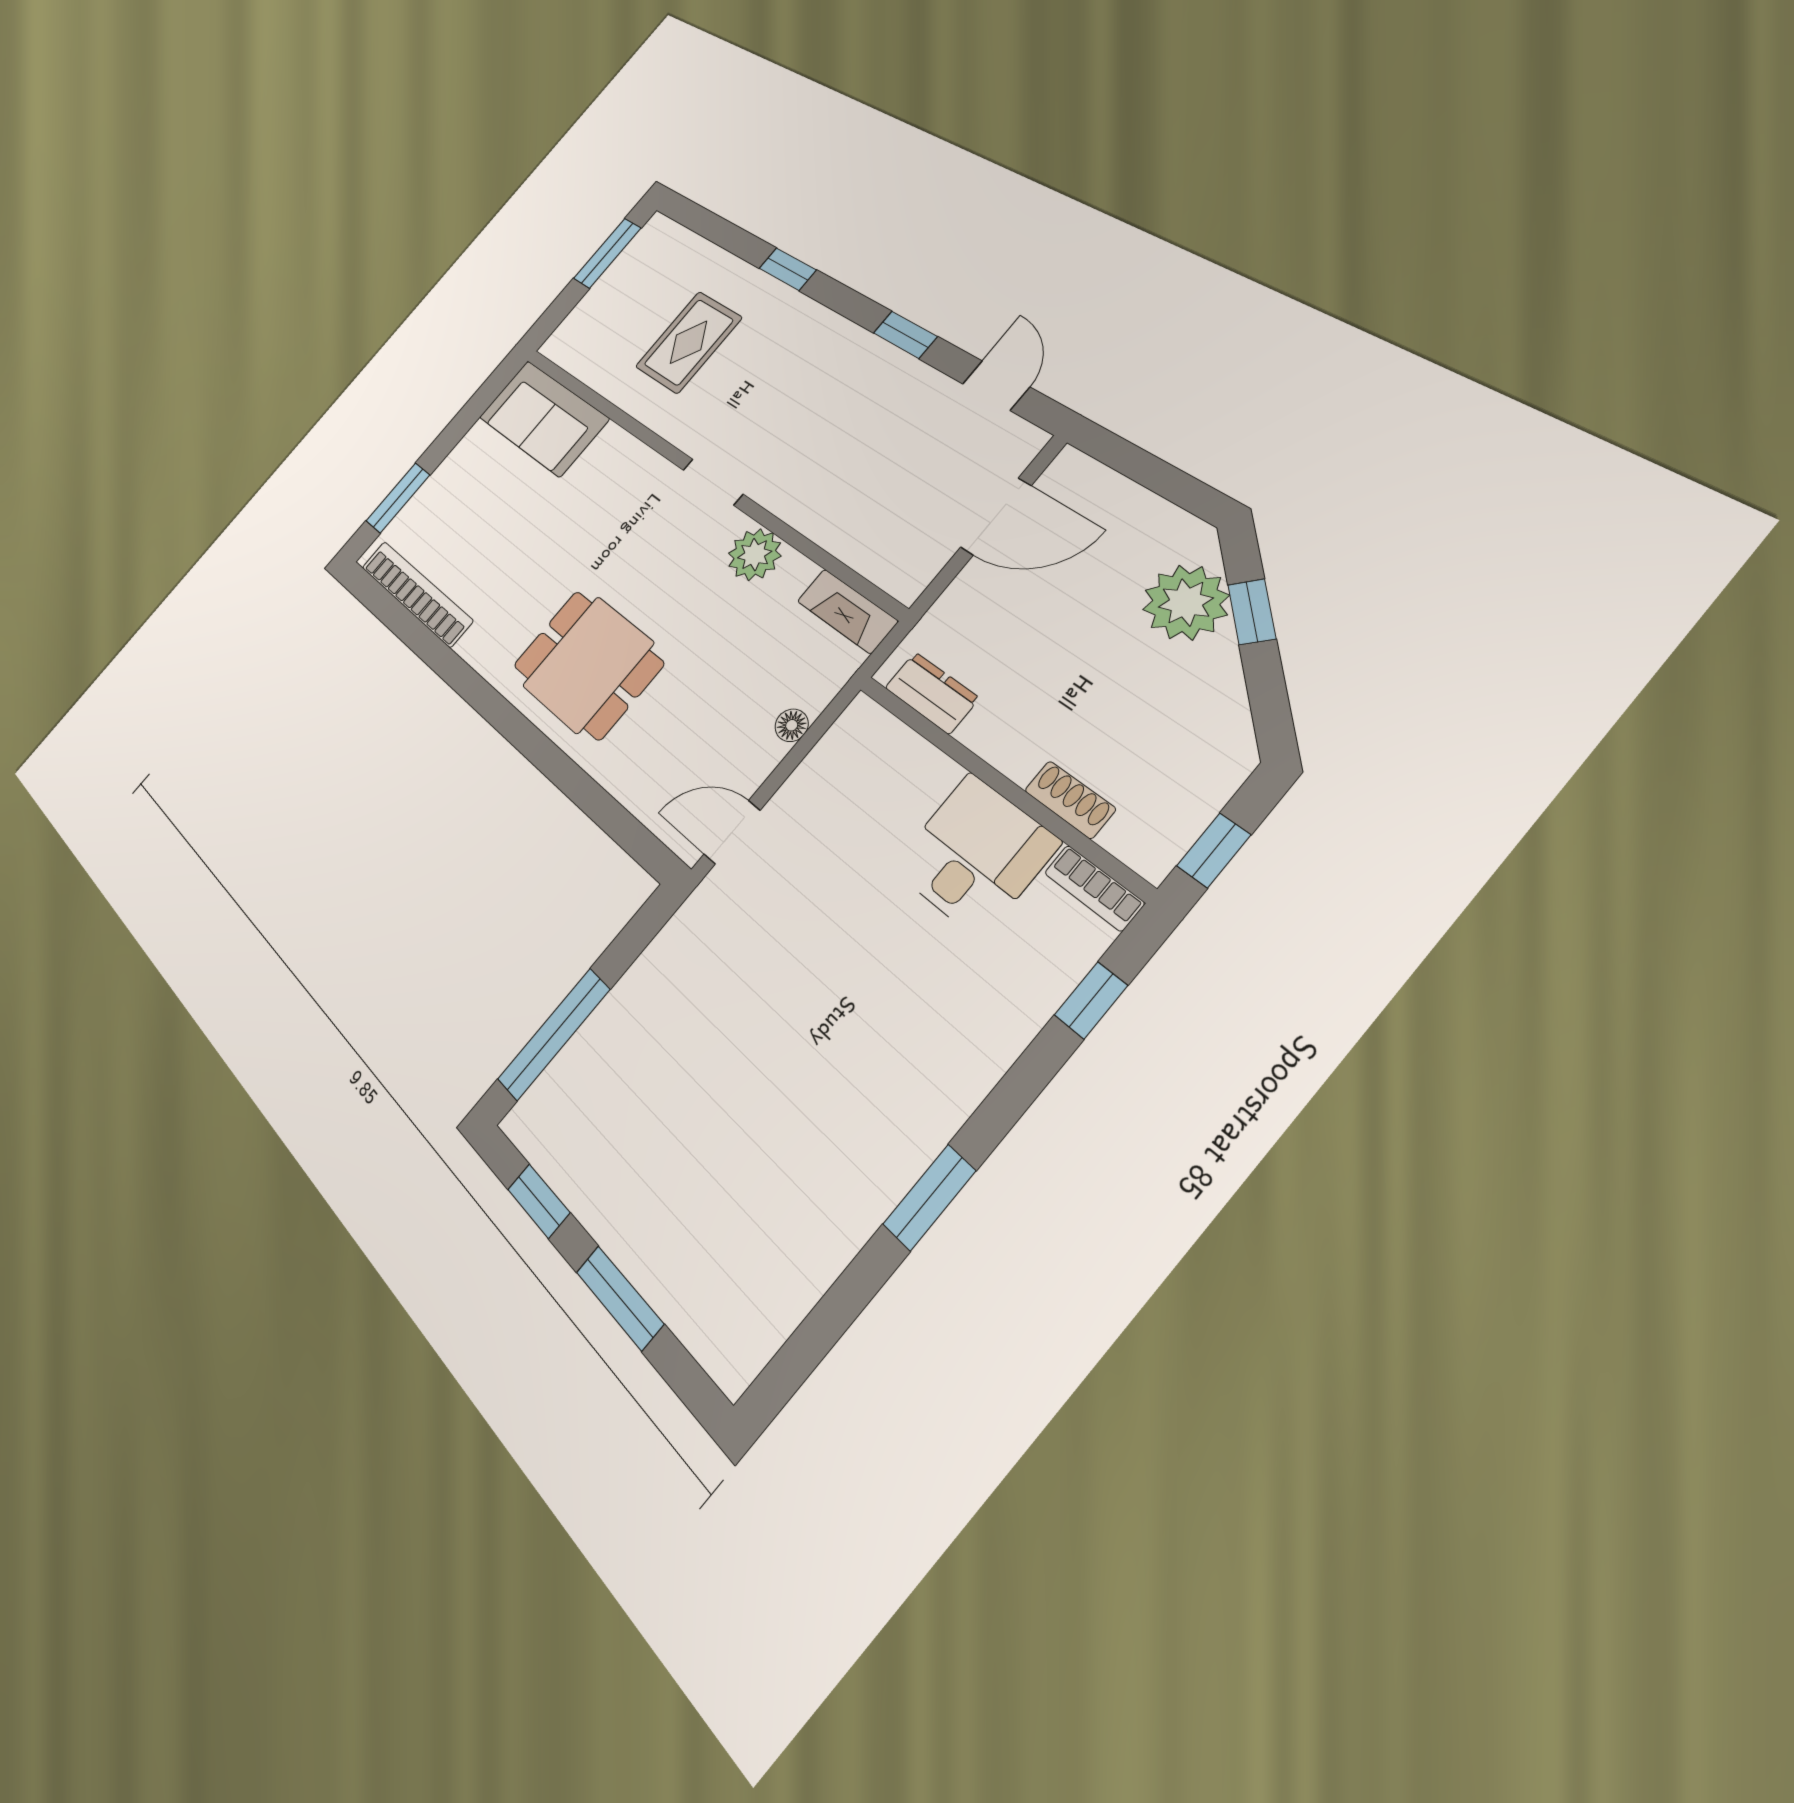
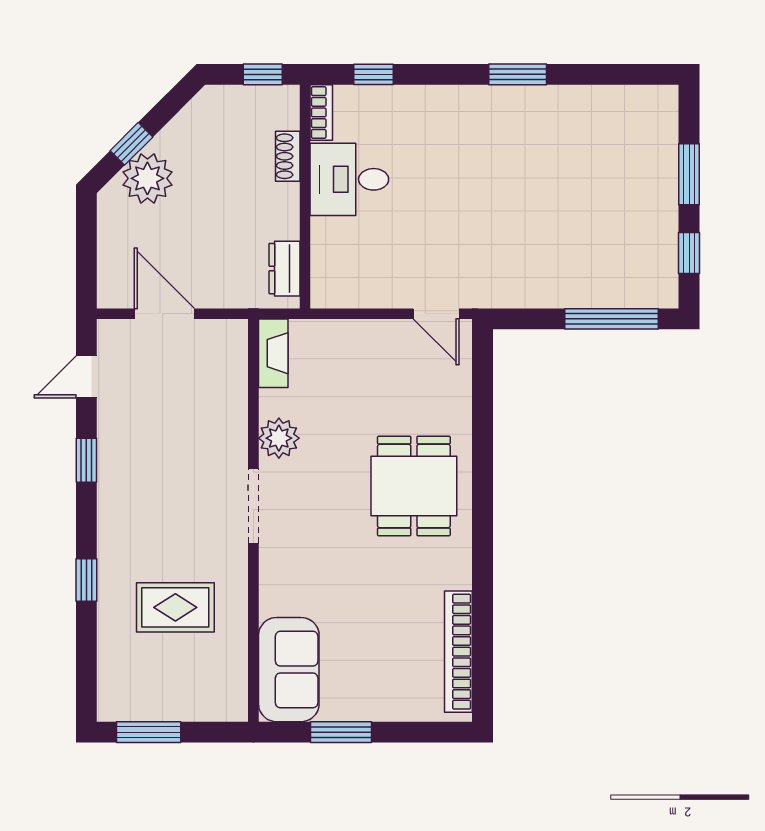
doorway: (713, 482) -> (253, 506), width x1.38
window: (398, 498) -> (341, 732), moved
floor lamp: (792, 725) -> (357, 330), removed

